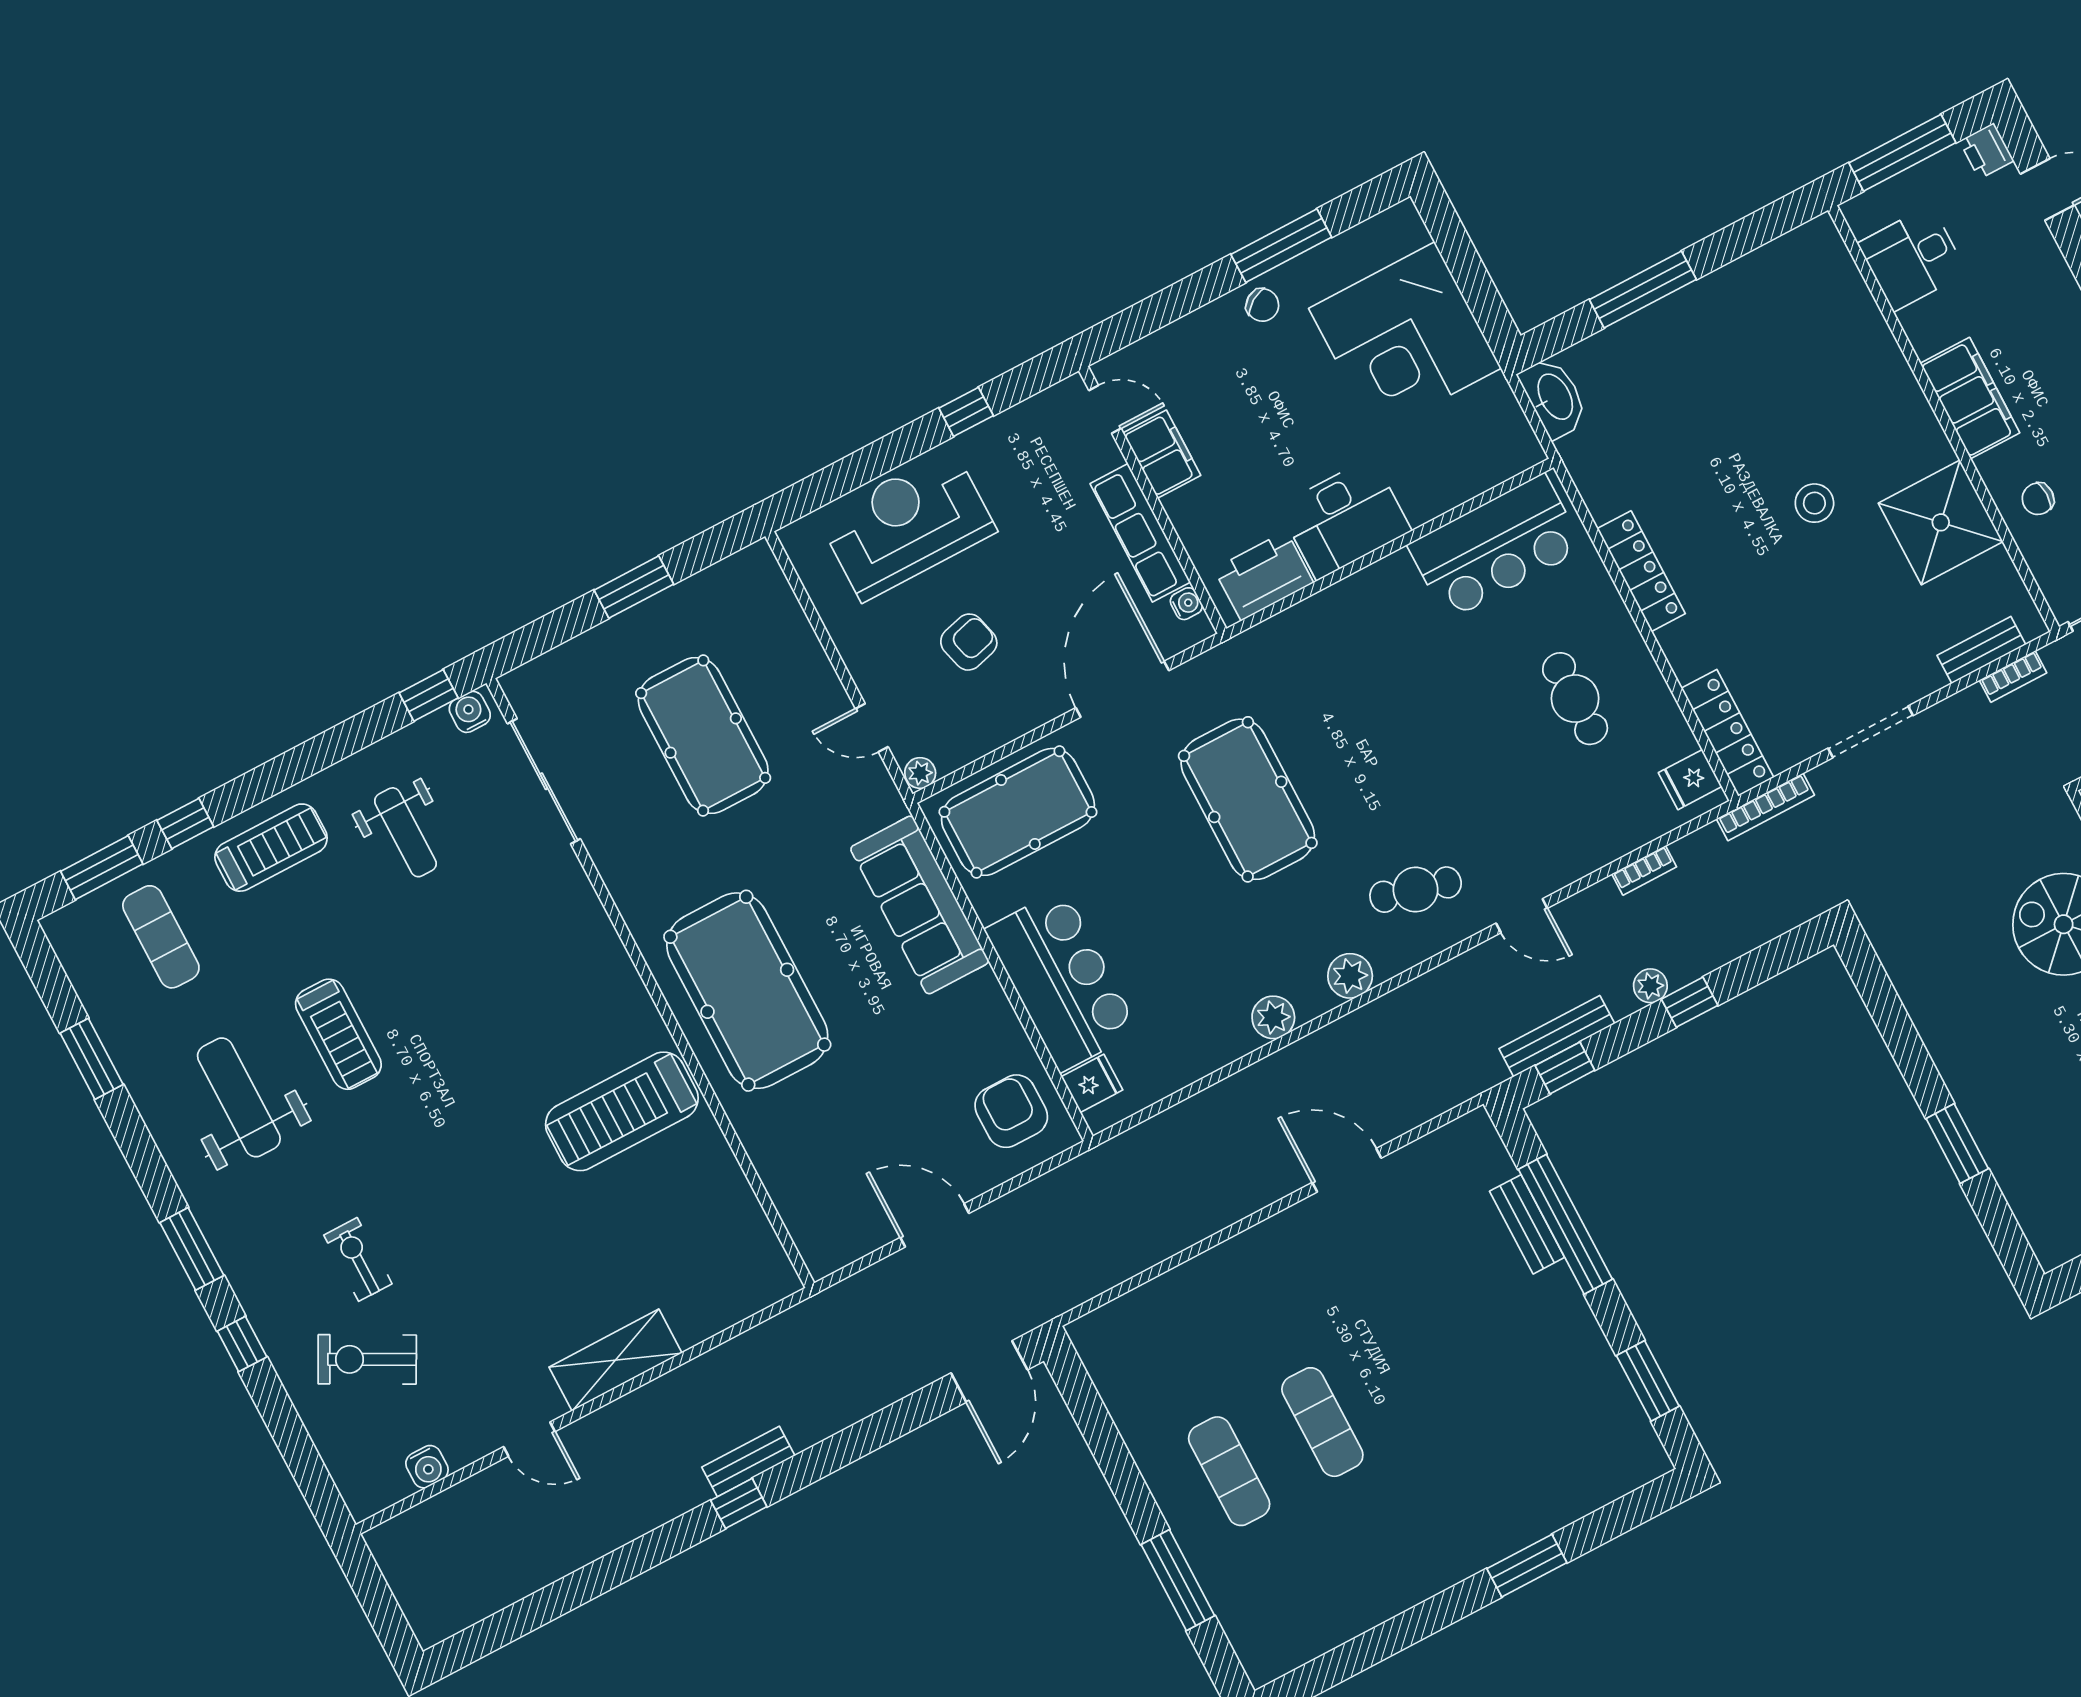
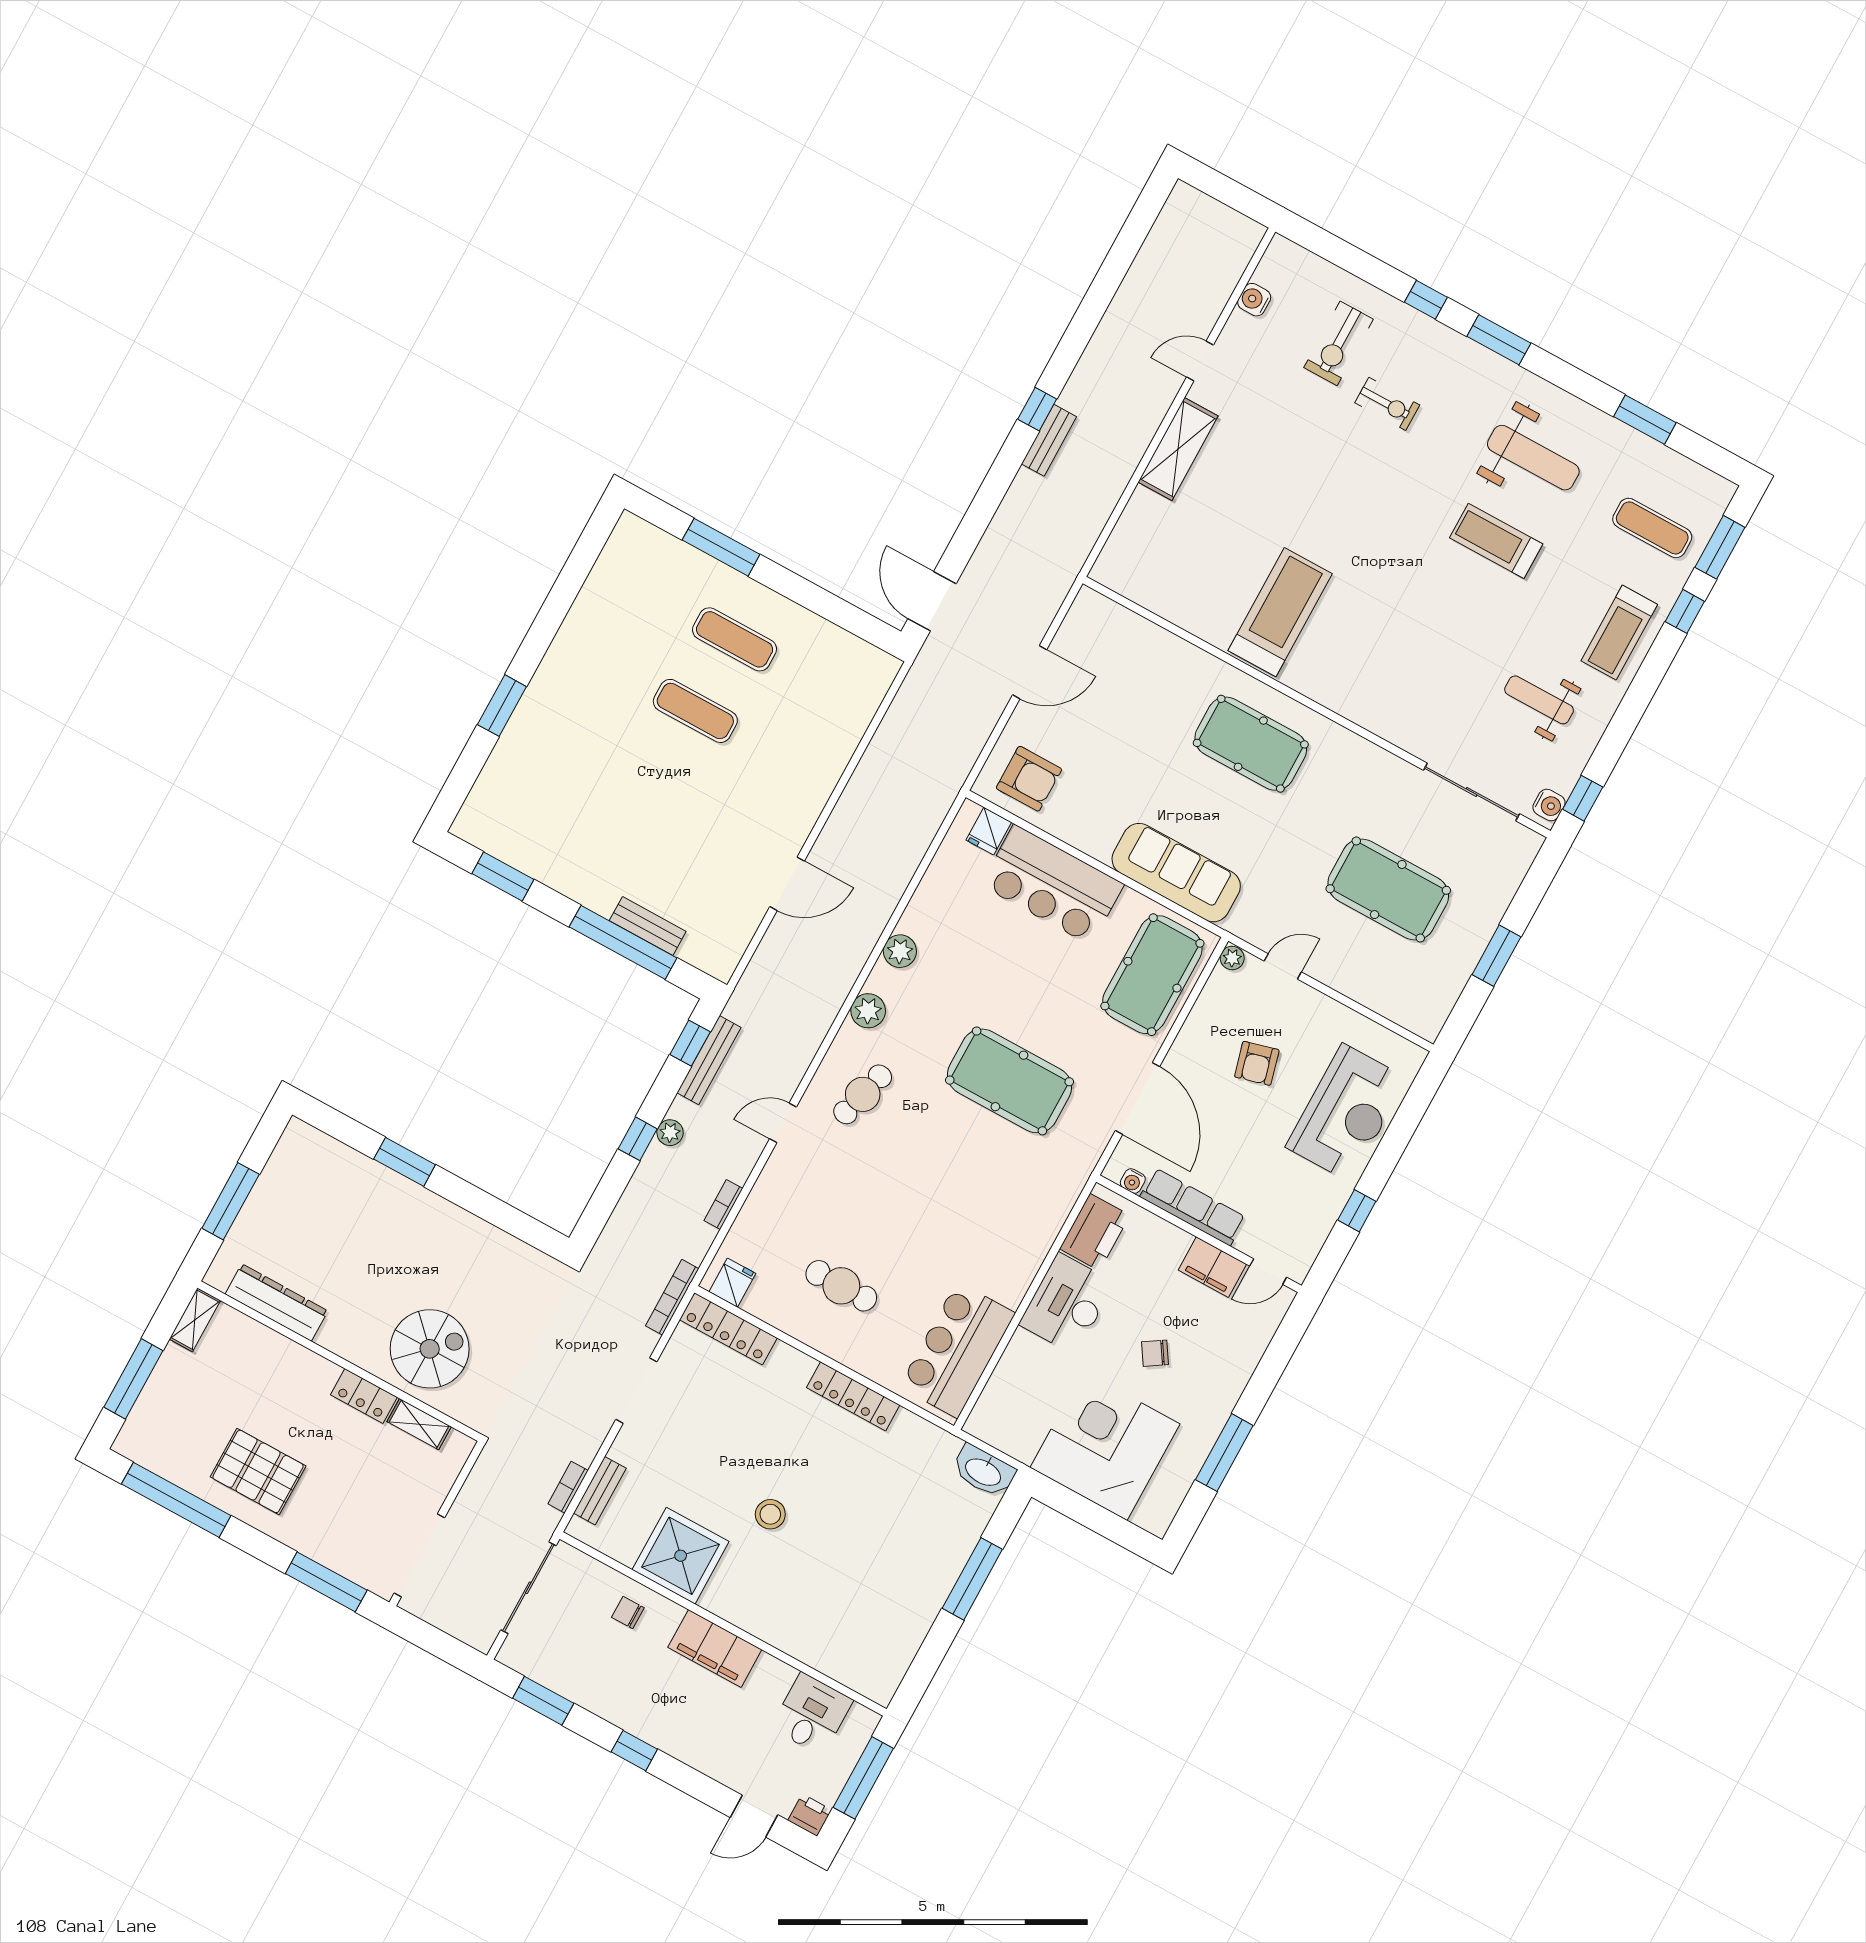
chair: (1262, 305) -> (1155, 1353), moved
chair: (2038, 499) -> (628, 1612), turned -90
pool table: (747, 991) -> (1251, 744), width x0.73, depth x0.76
exercise bike: (367, 1359) -> (1339, 343), turned 152

